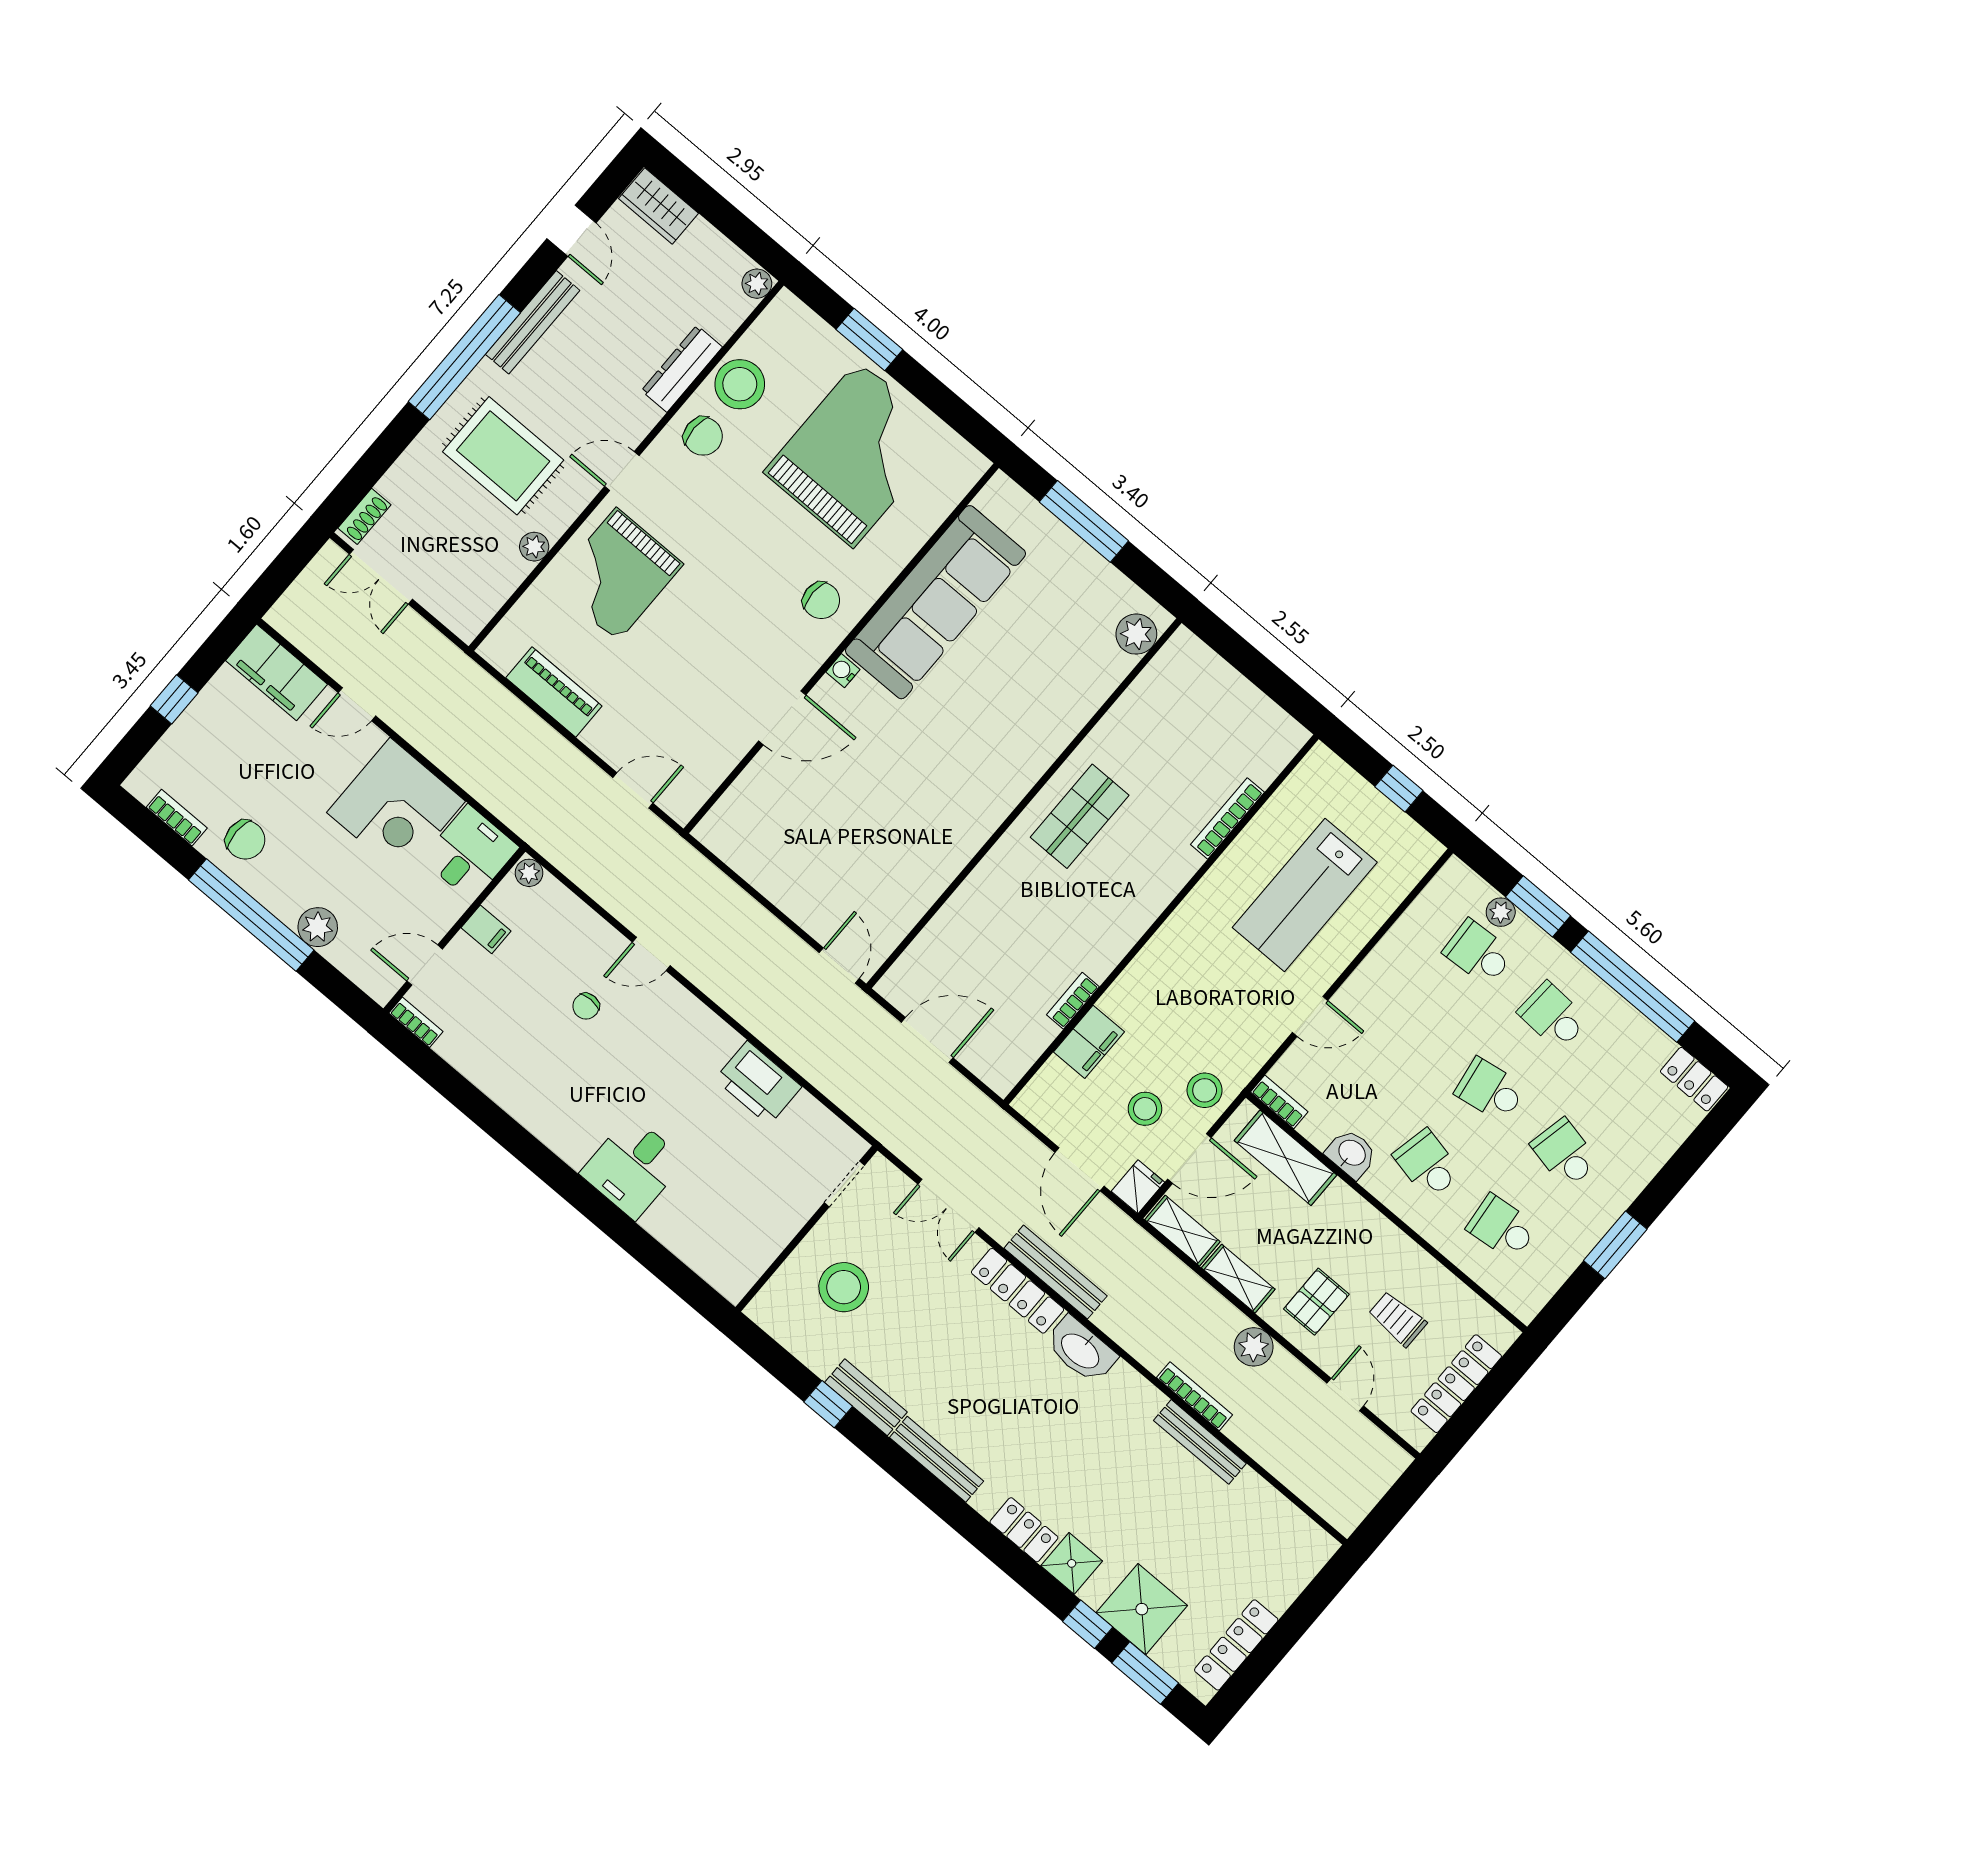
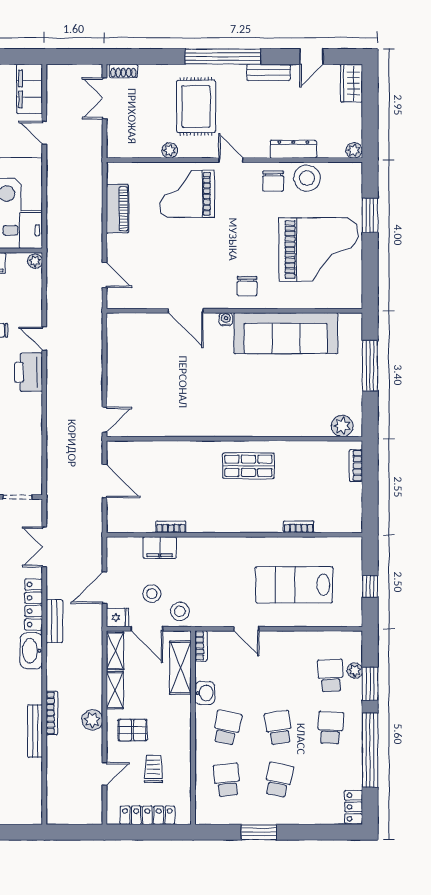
bench: (533, 322) -> (268, 72), width x0.73
bookcase: (1210, 662) -> (356, 466), added
bookcase: (1227, 818) -> (299, 527), width x0.64
printer: (758, 1083) -> (29, 372), moved
bench: (1056, 1272) -> (54, 621), width x0.73

